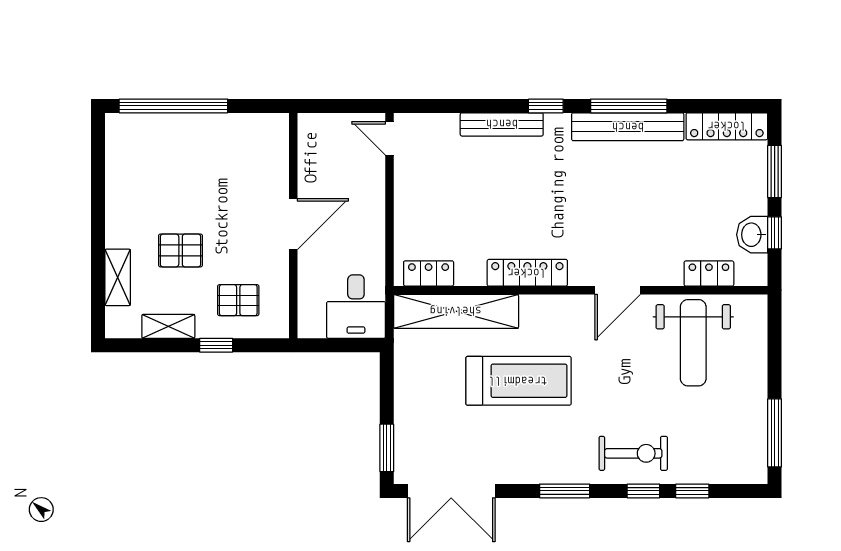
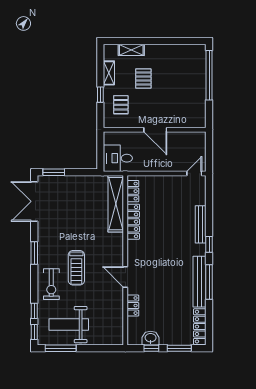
locker: (527, 273) -> (133, 222), moved
locker: (709, 274) -> (133, 306), moved
weight bench: (693, 343) -> (69, 325), moved
treadmill: (518, 381) -> (76, 268), moved, width x0.73, depth x0.73
window: (643, 491) -> (34, 332), moved

